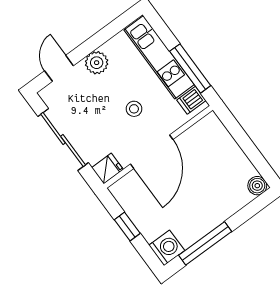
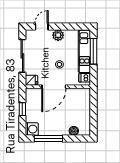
window: (190, 68) -> (93, 51), moved
boiler: (257, 186) -> (74, 131), moved

